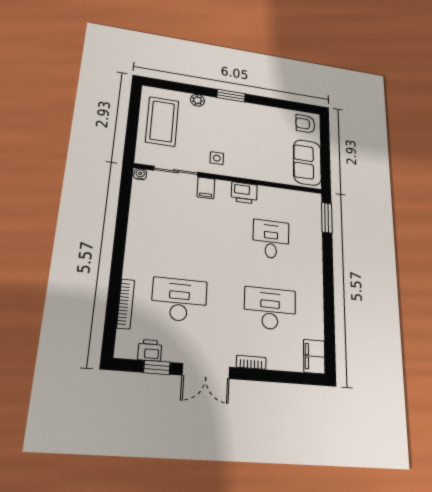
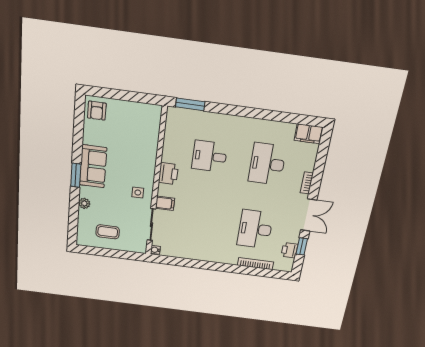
coffee table: (162, 121) -> (108, 232), width x0.54, depth x0.58
sofa: (307, 162) -> (93, 166), moved, turned -90

